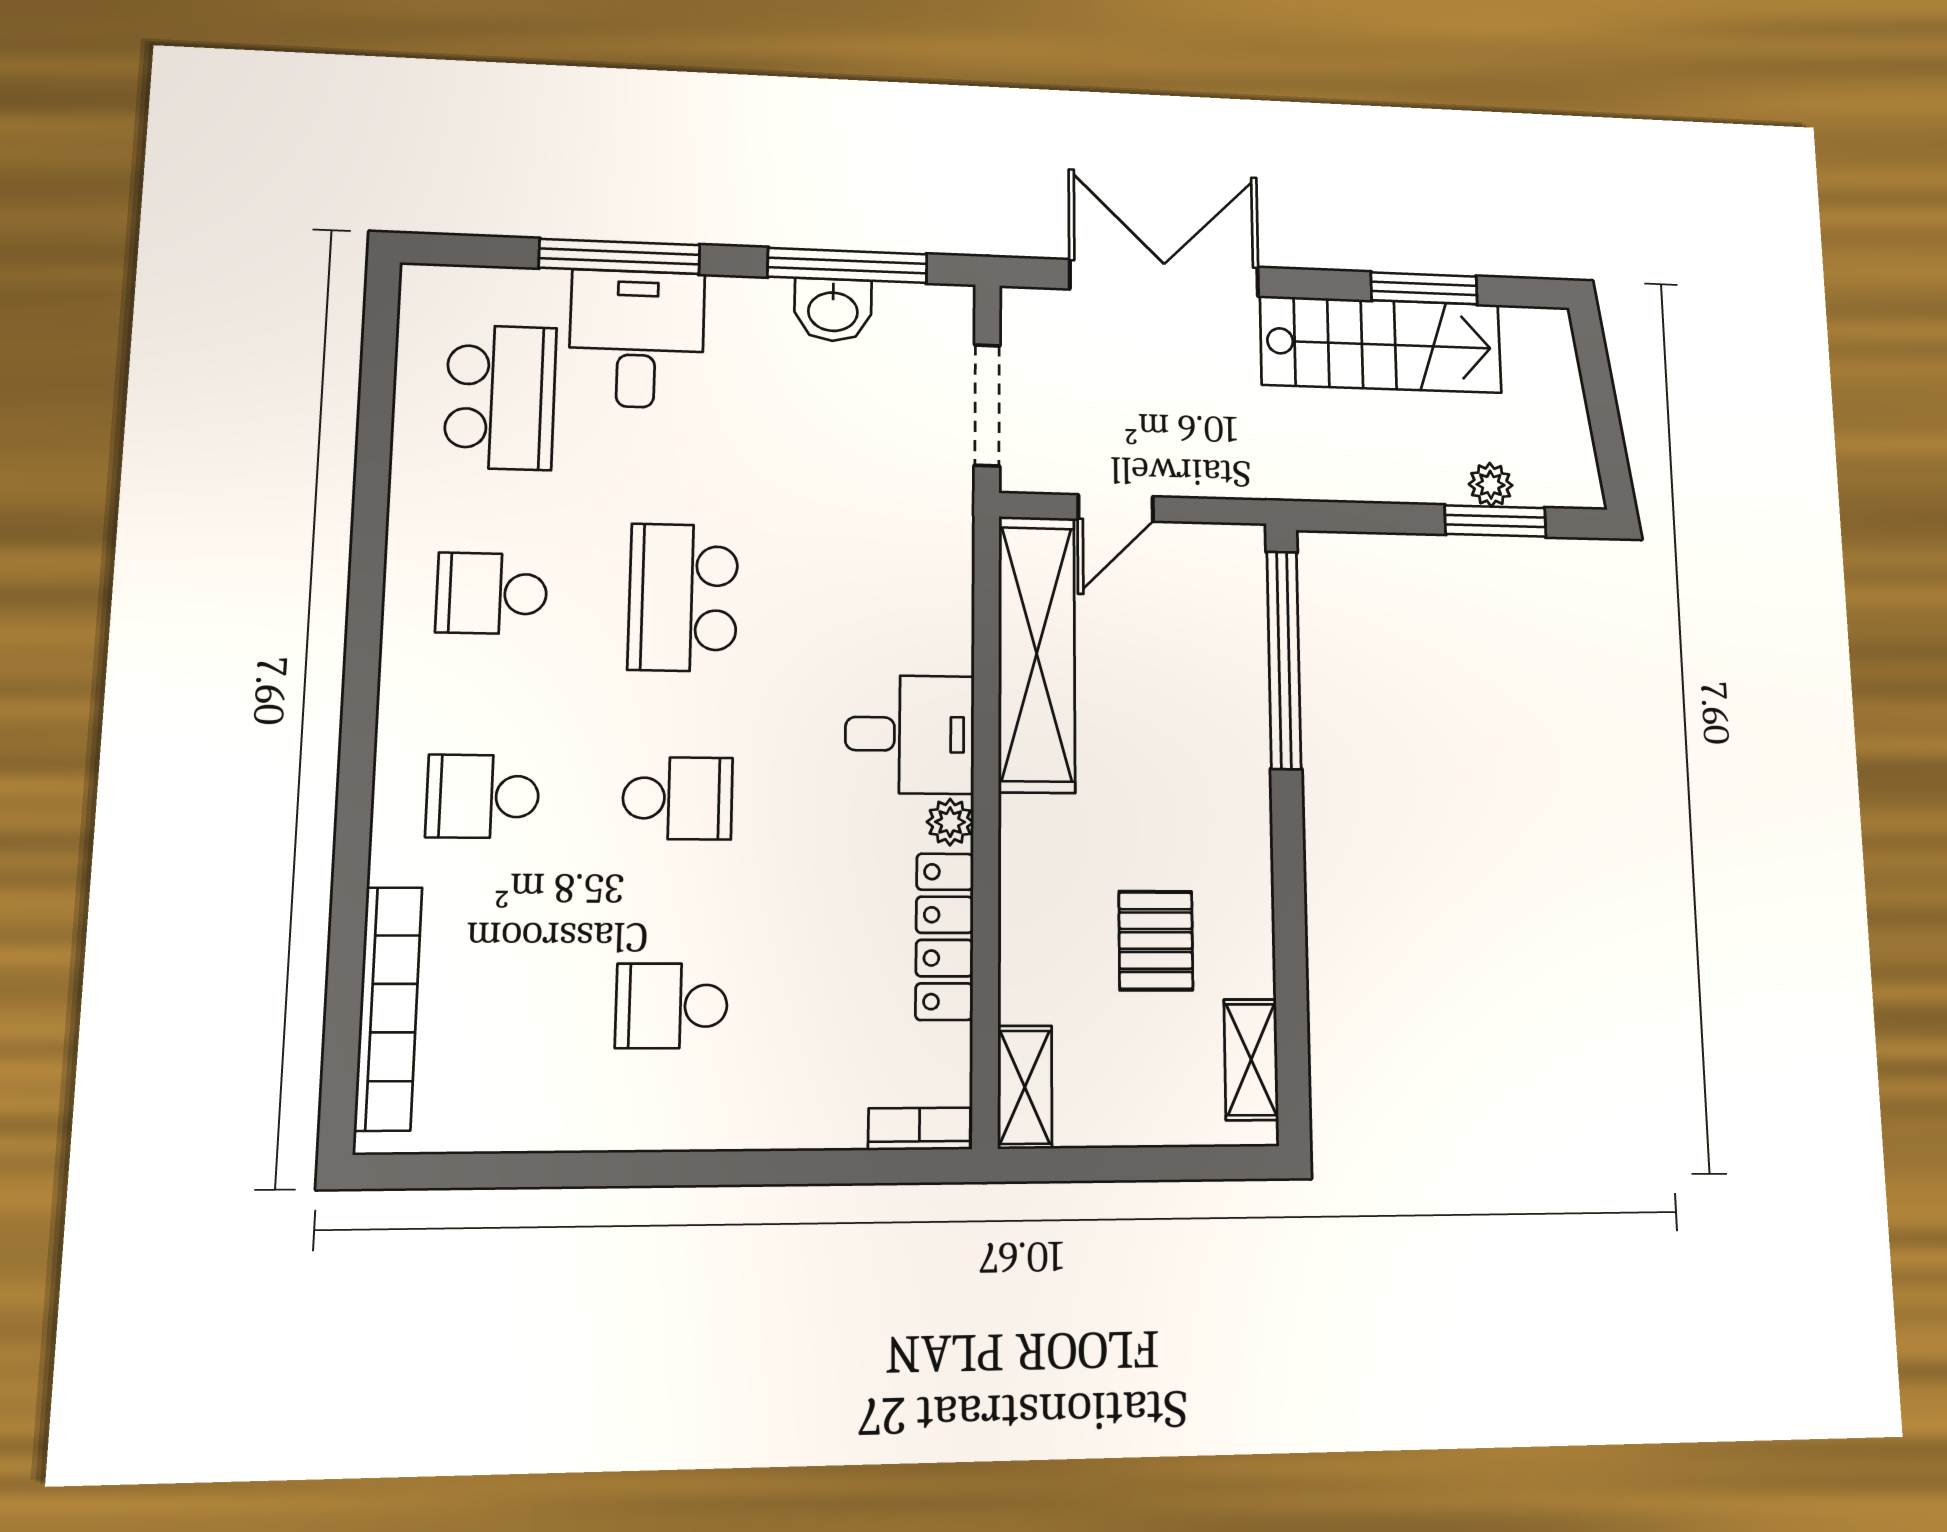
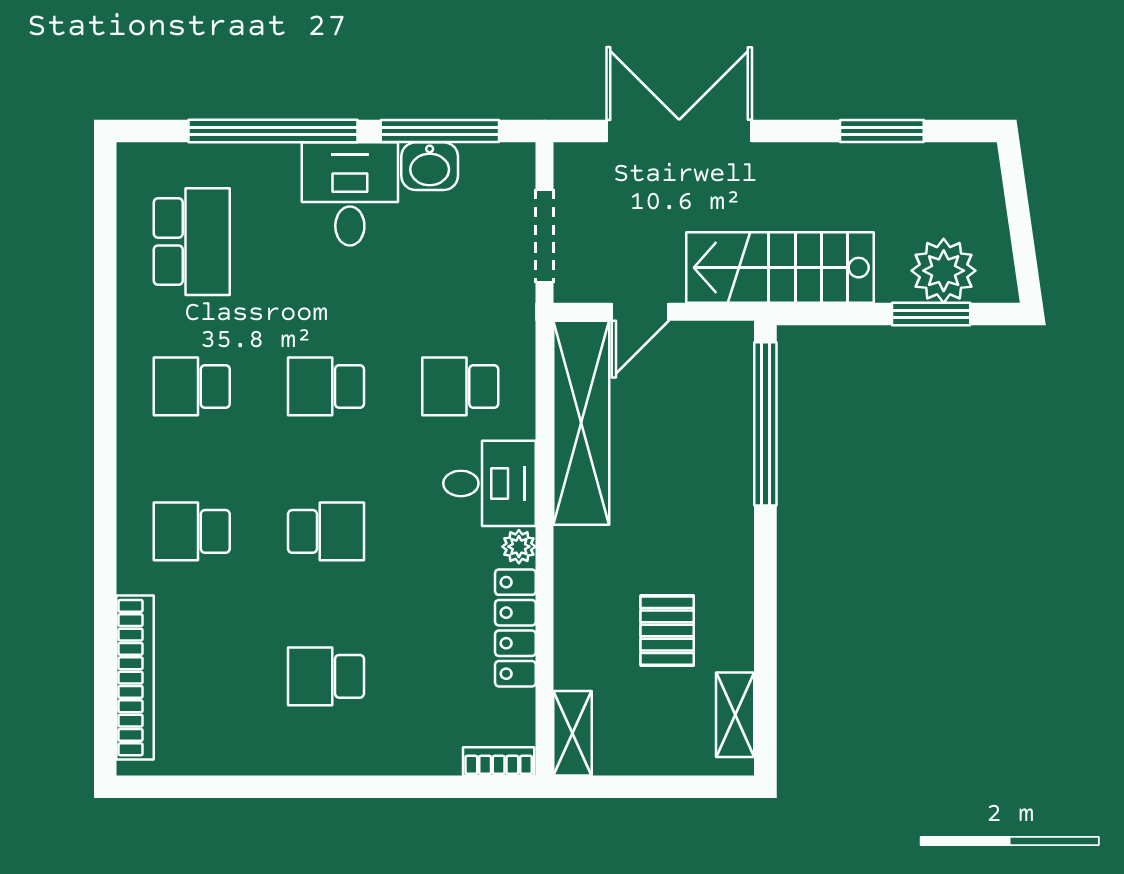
window: (620, 256) -> (273, 131), width x1.46
desk: (637, 339) -> (350, 194), moved
stairs: (1381, 344) -> (780, 268), moved, turned 180
plant: (1491, 485) -> (944, 271), width x1.88, depth x1.88
school desk: (683, 597) -> (326, 386), width x0.54
school desk: (871, 601) -> (460, 386), added

